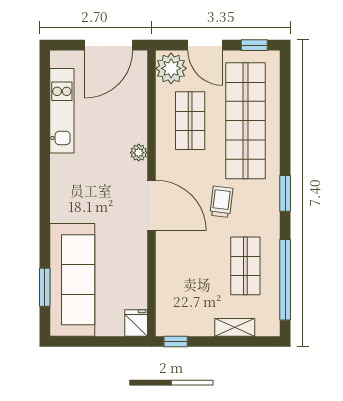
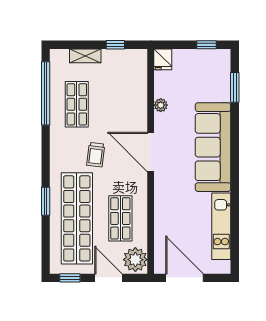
door: (109, 45) -> (184, 278), hinge flipped
plant: (139, 153) -> (161, 105), moved
window: (285, 193) -> (46, 201), moved
sofa: (72, 280) -> (213, 147), moved
window: (81, 341) -> (206, 45), added
window: (176, 341) -> (115, 45), moved

